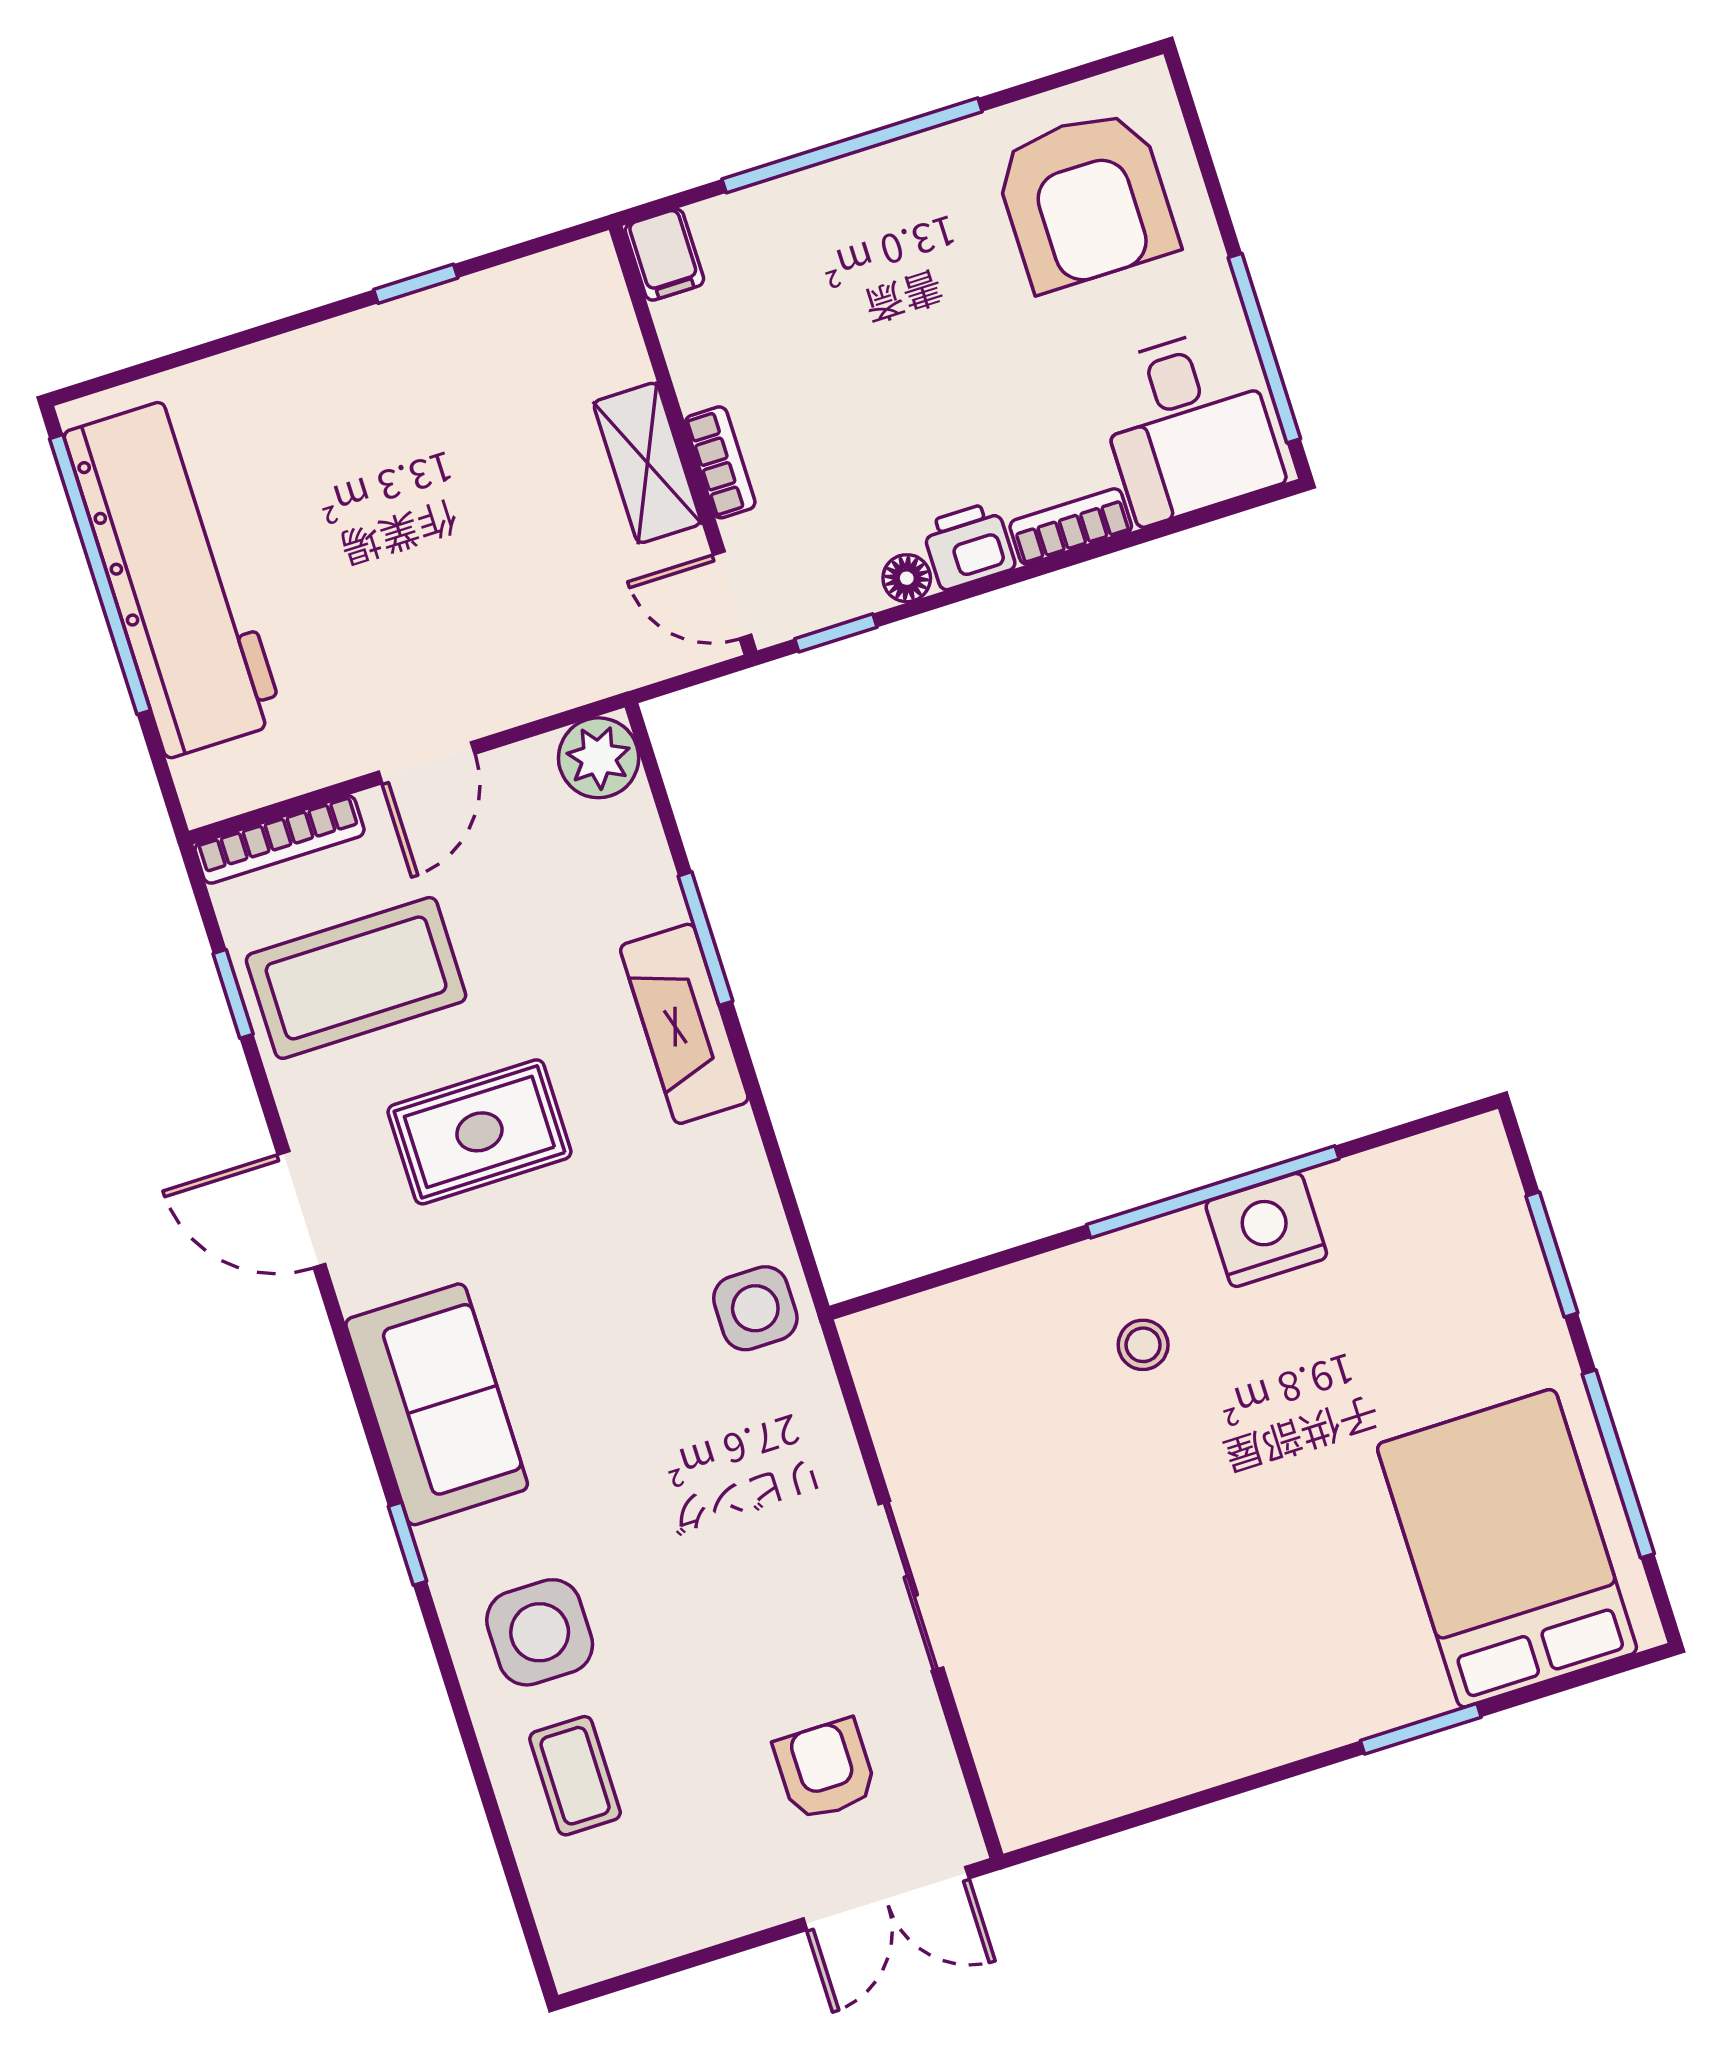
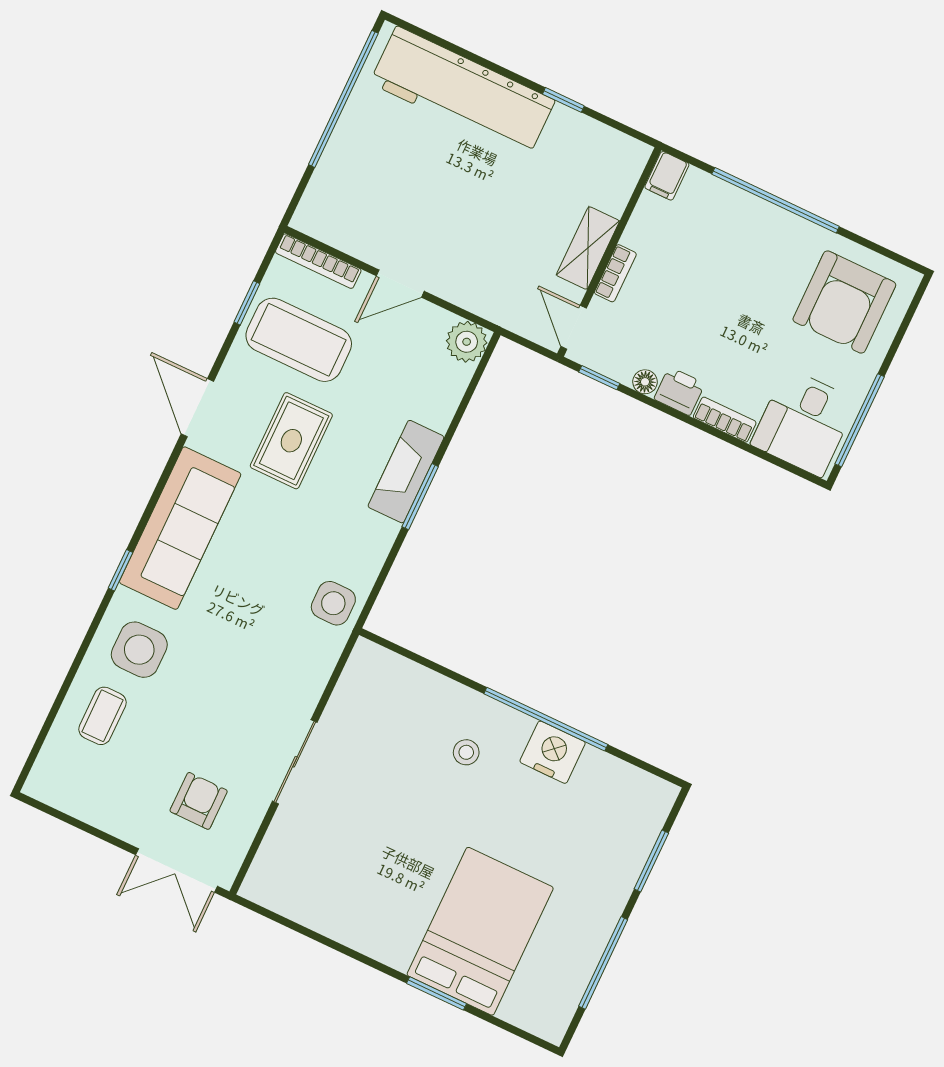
workbench: (174, 577) -> (462, 92), moved, turned 90
window: (705, 939) -> (420, 497), moved
rug: (479, 1132) -> (291, 441), turned 90
sofa: (437, 1404) -> (180, 528), width x1.36
bed: (1507, 1548) -> (480, 931), moved

